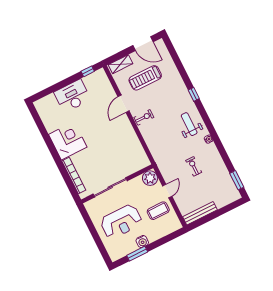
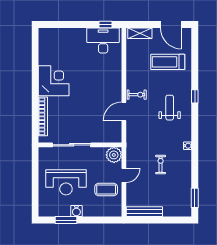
treadmill: (145, 78) -> (168, 62), moved
desk: (72, 96) -> (103, 40), moved
door: (124, 104) -> (124, 111), moved
weight bench: (189, 124) -> (170, 108), moved

